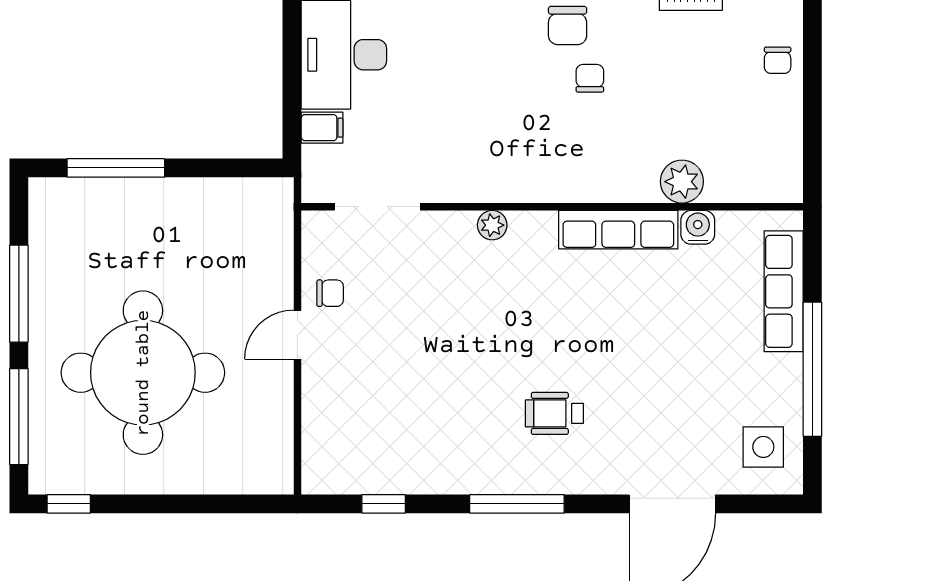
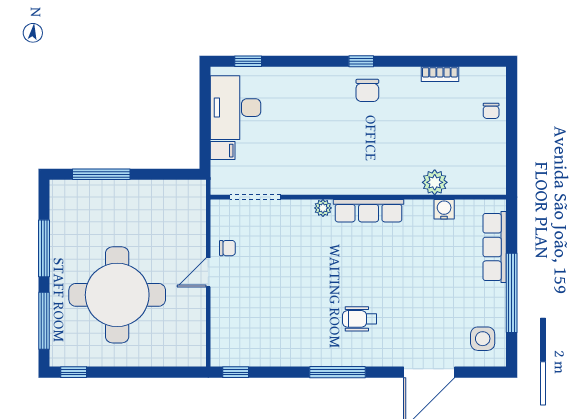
chair: (590, 78) -> (380, 121), removed
row of seats: (618, 230) -> (368, 211), moved
window: (384, 504) -> (236, 372), moved

